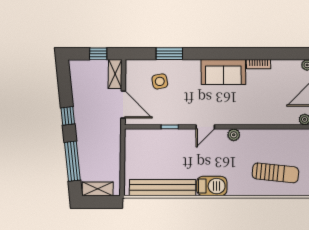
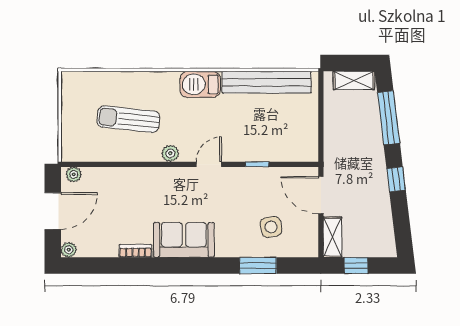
sun lounger: (275, 173) -> (128, 119), moved

